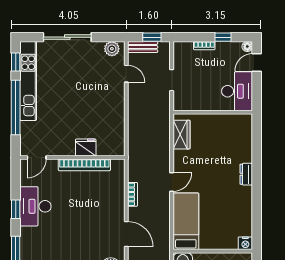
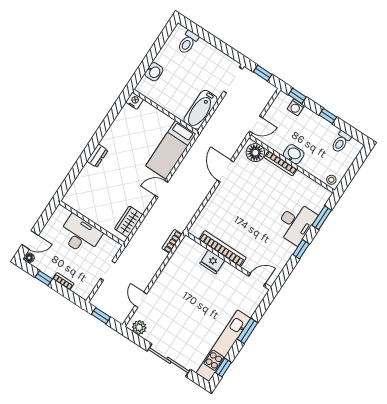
bench: (143, 47) -> (114, 313), removed
desk: (237, 91) -> (80, 235), moved, turned 90
window: (16, 108) -> (247, 331), width x0.47
bookcase: (133, 194) -> (172, 241), moved
desk: (35, 206) -> (296, 223), moved

